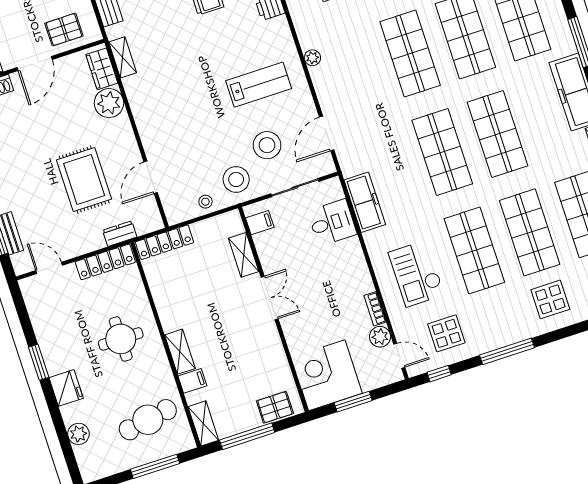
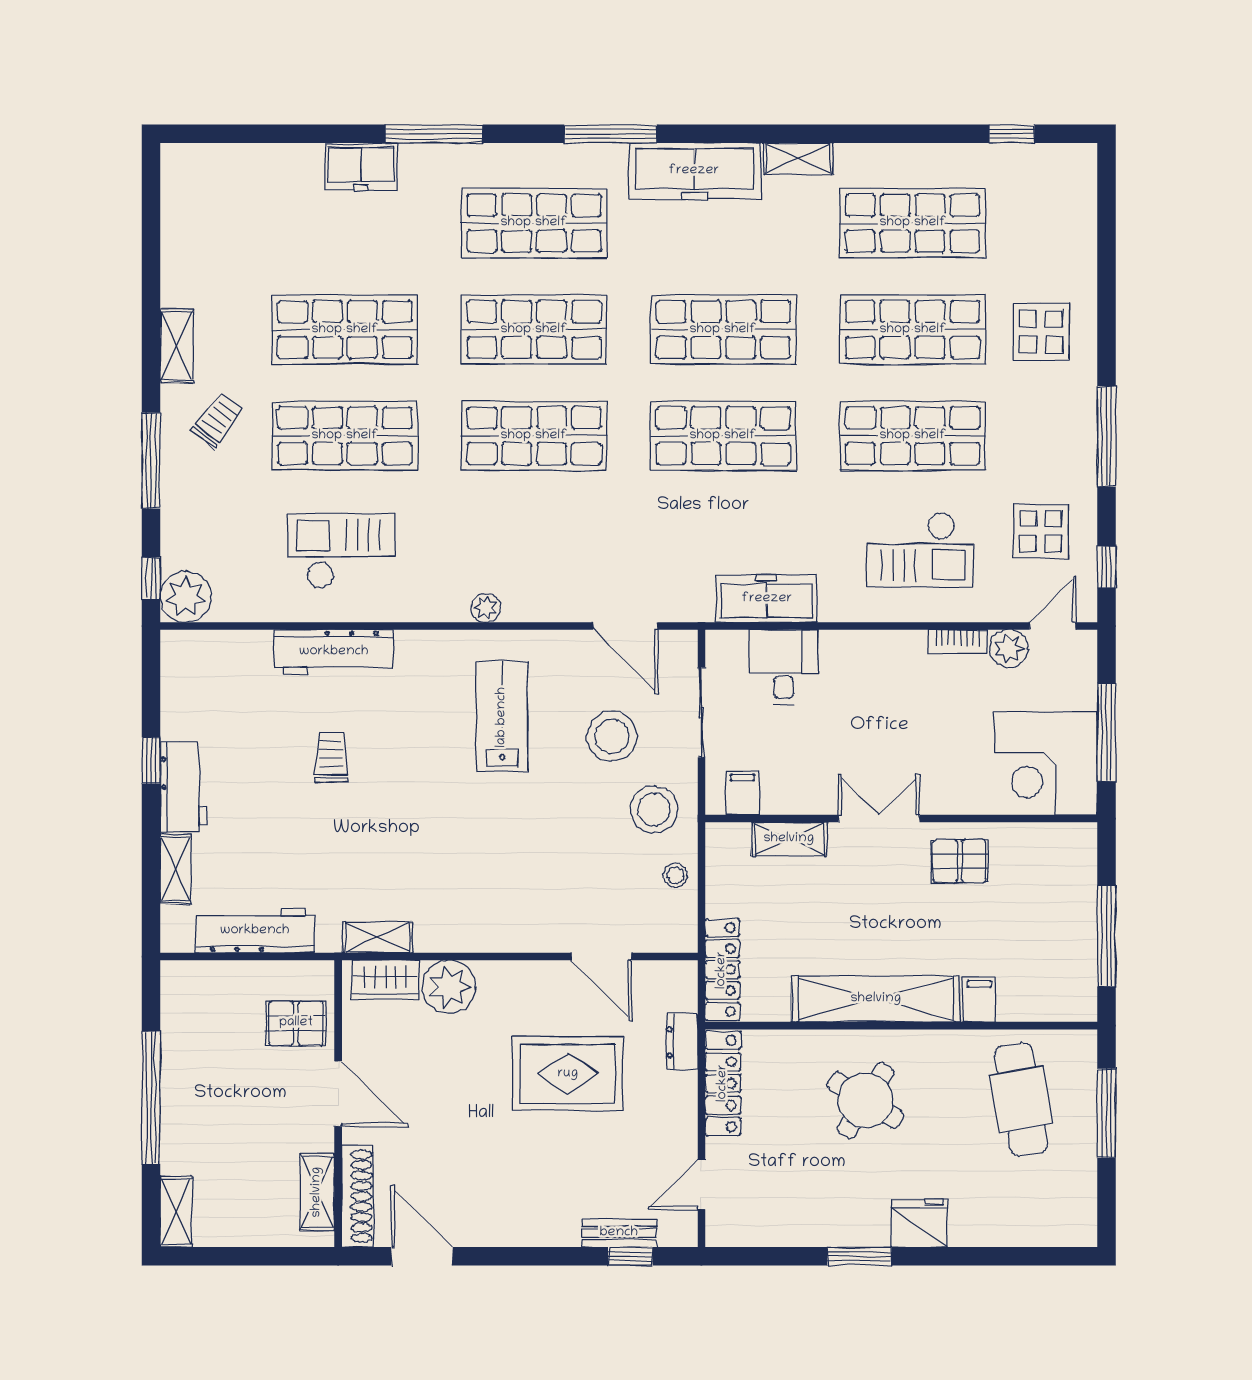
pallet: (64, 30) -> (296, 1023), turned 90
round table: (121, 339) -> (866, 1100), turned 32
shelving: (180, 352) -> (876, 999), width x2.20, depth x1.33
window: (353, 402) -> (1106, 732), width x1.44
pallet: (275, 407) -> (959, 861), moved, turned 90
shelving: (203, 423) -> (1059, 1005), removed
plant: (78, 434) -> (1007, 1228), removed

